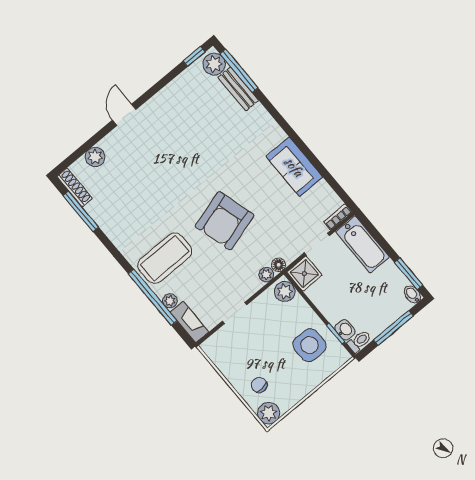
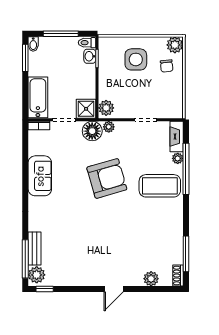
shoe rack: (75, 187) -> (178, 275), width x0.70
floor lamp: (279, 265) -> (92, 131), width x1.89, depth x1.89
side table: (309, 345) -> (136, 59), moved

